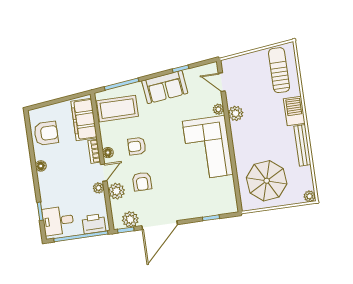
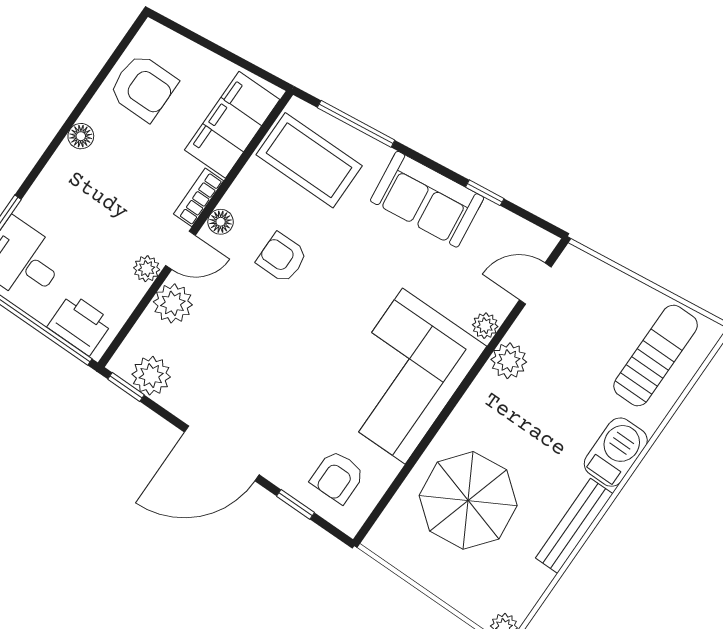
door: (222, 82) -> (535, 283), hinge flipped
armchair: (142, 181) -> (337, 477), moved
parasol: (267, 181) -> (468, 500), moved
door: (160, 225) -> (222, 453), moved

